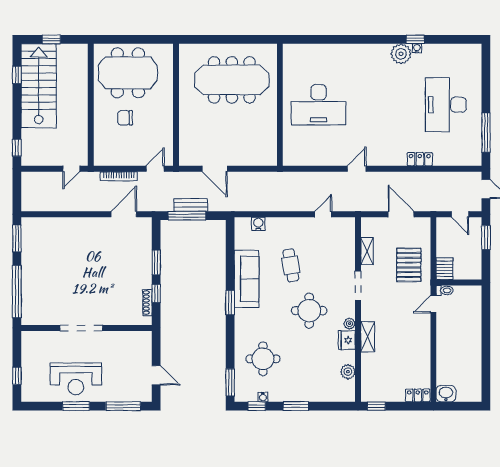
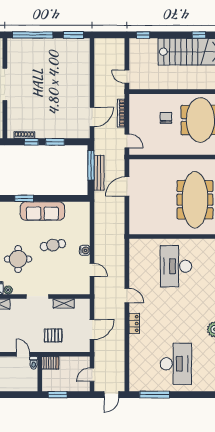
desk: (446, 105) -> (176, 364), turned 90
locker: (420, 159) -> (134, 324), moved
bench: (191, 205) -> (99, 173), width x1.36
door: (124, 214) -> (92, 117), hinge flipped
water cooler: (258, 224) -> (85, 250), moved
window: (486, 237) -> (58, 395), moved
pallet: (409, 265) -> (53, 335), width x0.67, depth x0.71

